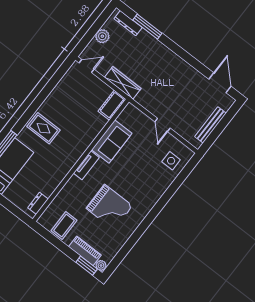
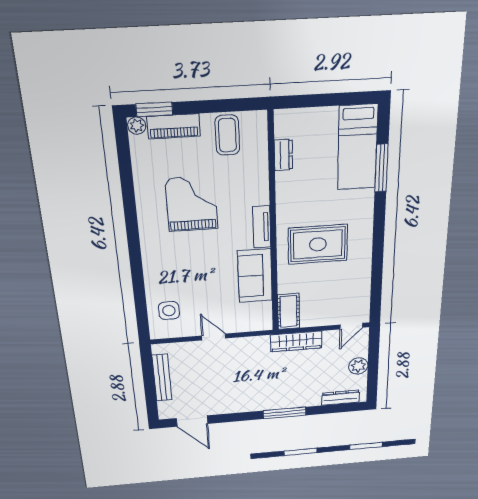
window: (147, 27) -> (285, 413), moved
rug: (43, 128) -> (318, 244), moved, width x1.36, depth x1.43
dresser: (38, 203) -> (283, 155), moved
grand piano: (109, 207) -> (192, 204), turned 90

